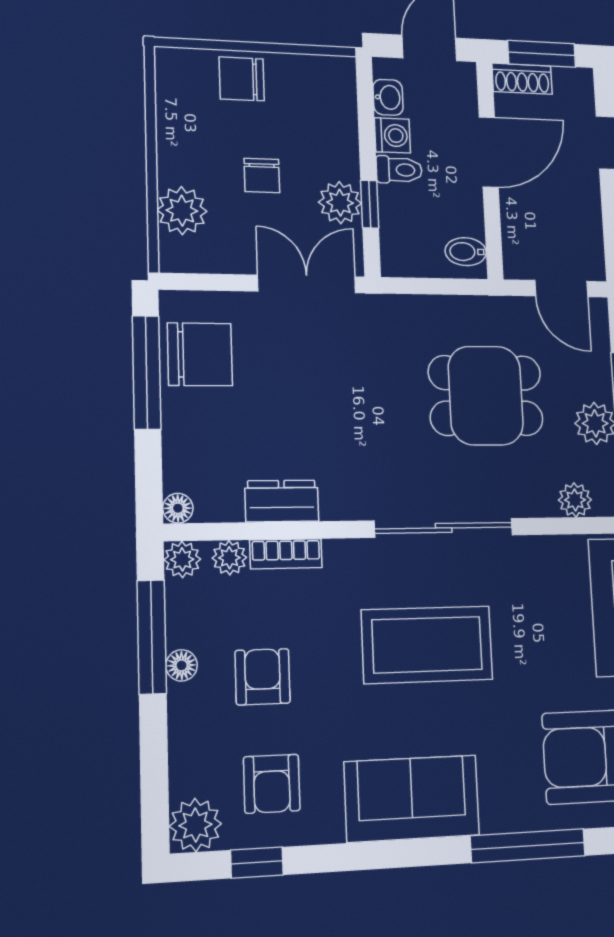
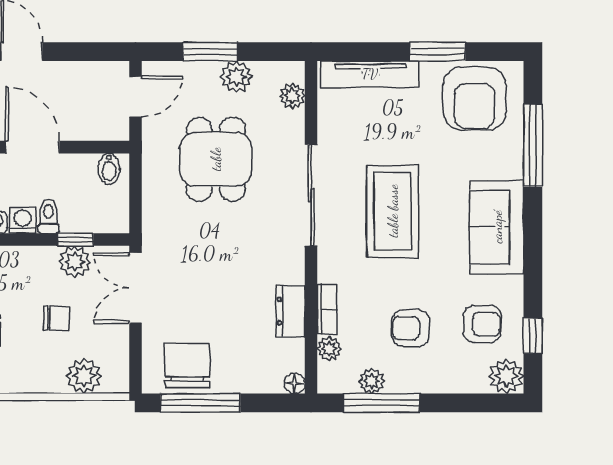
plant: (182, 559) -> (372, 381), moved
floor lamp: (182, 665) -> (401, 383), removed

